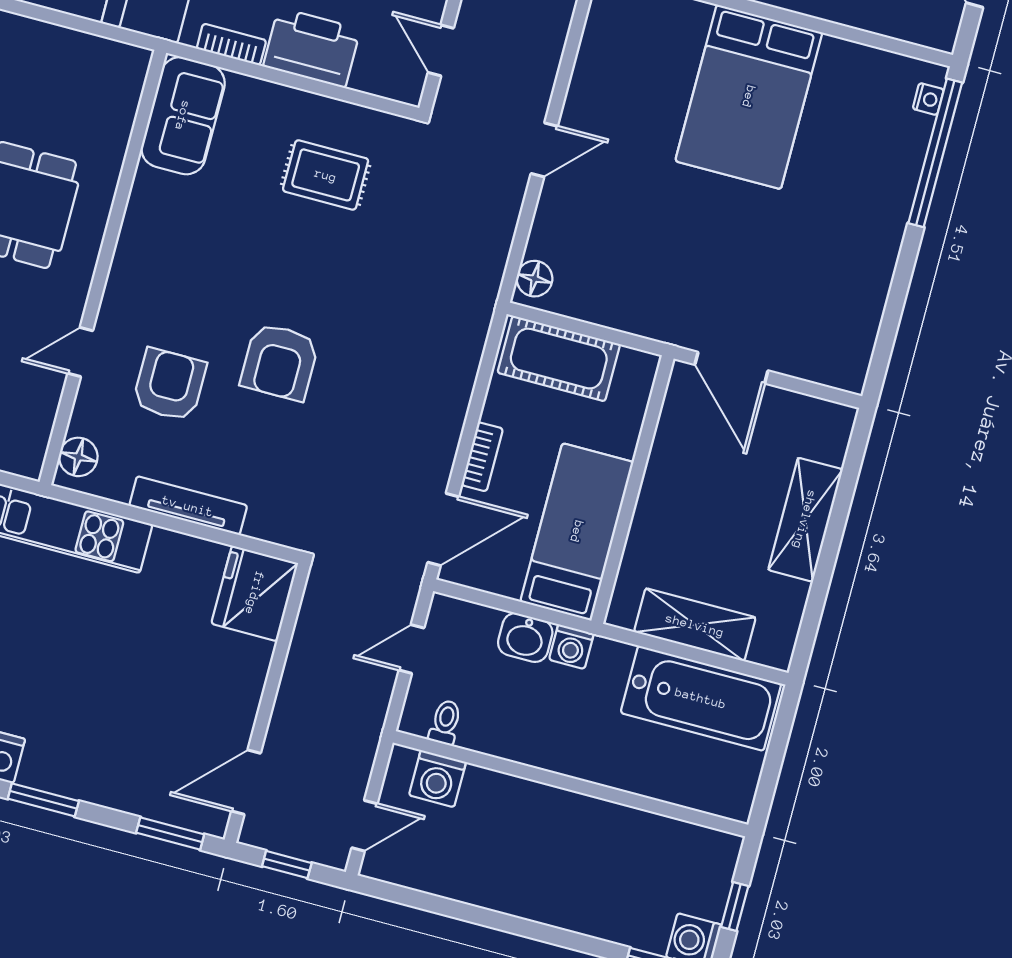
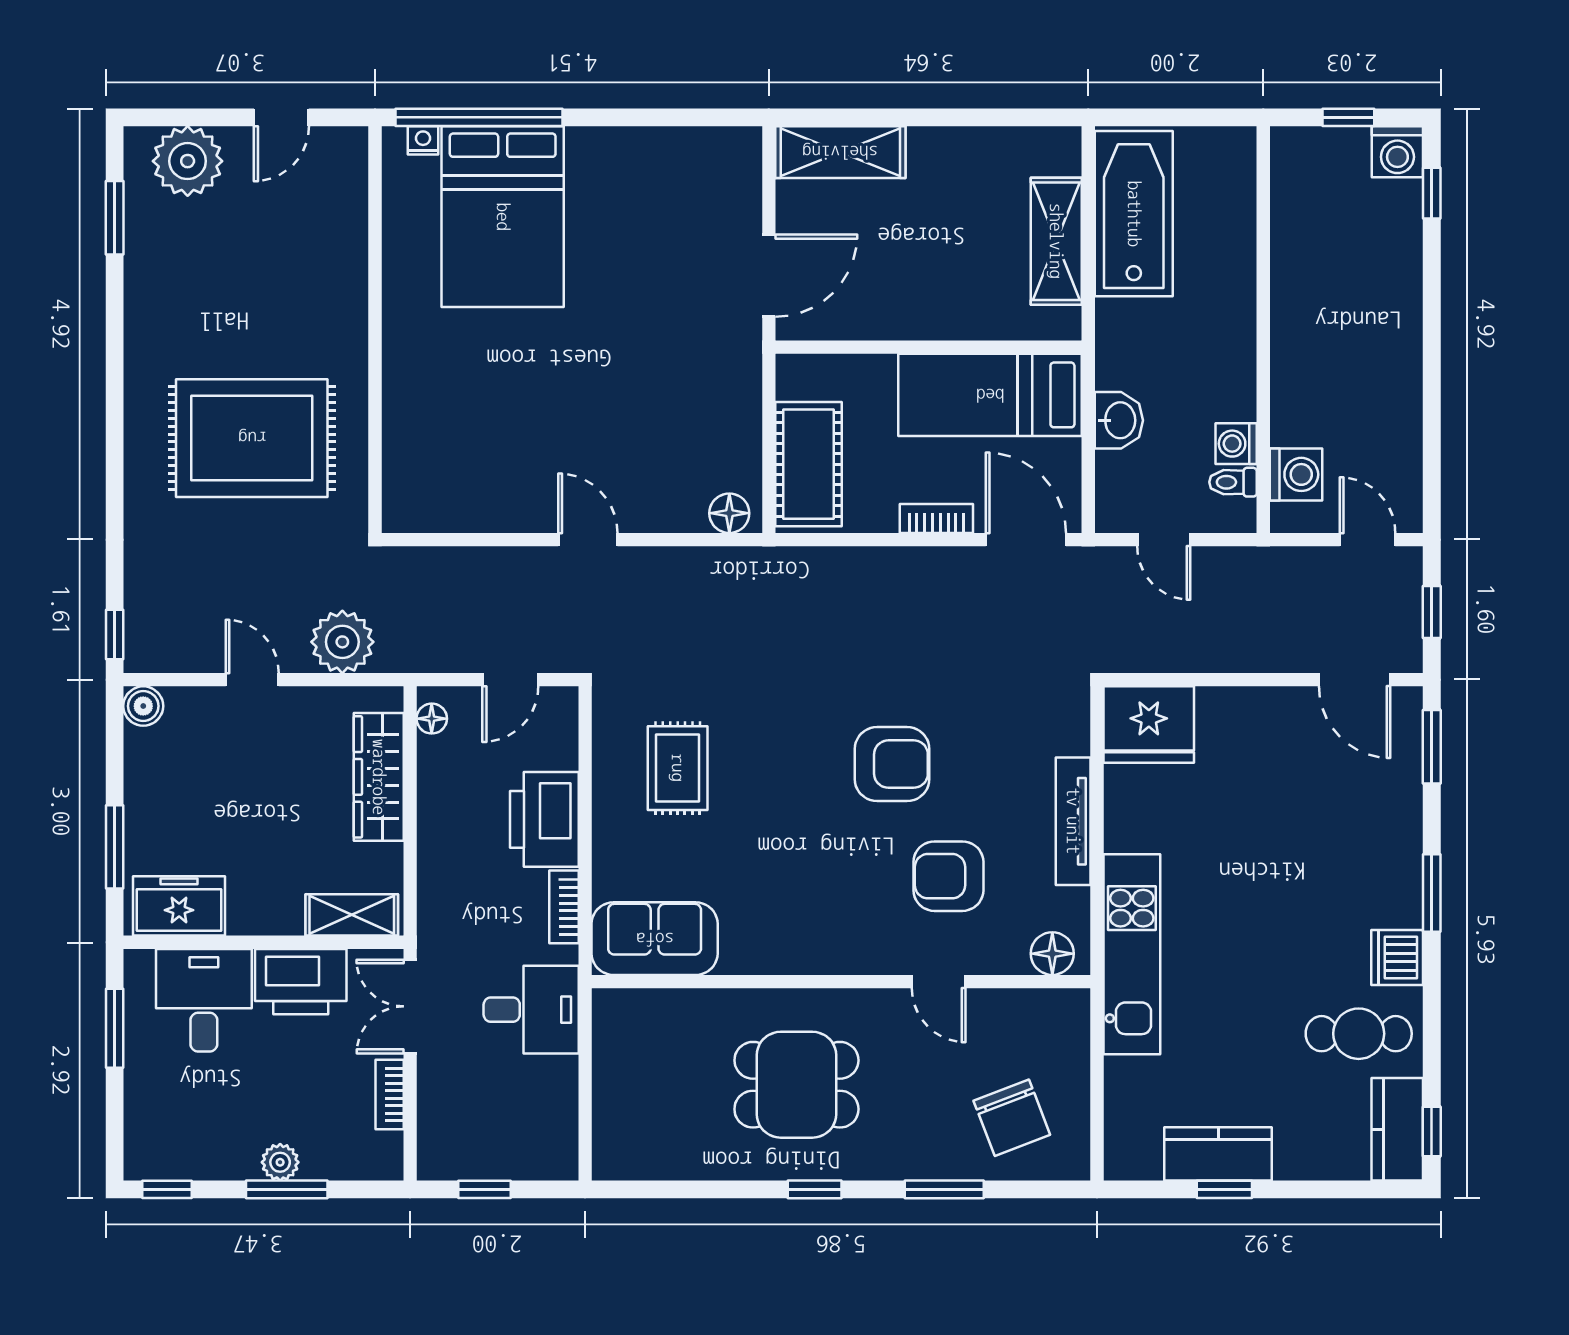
bed: (749, 97) -> (503, 217), moved, turned 90
shelving: (805, 520) -> (840, 152), moved
washing machine: (571, 647) -> (1236, 444), moved, turned 180

